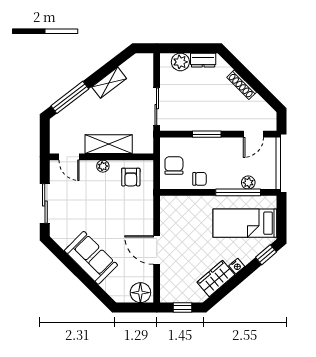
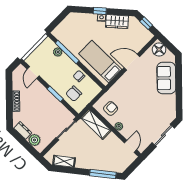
shelving: (109, 83) -> (64, 161), moved
door: (253, 134) -> (33, 72), swing flipped
shelving: (109, 144) -> (96, 124), moved
chair: (174, 165) -> (74, 94), moved
bed: (245, 223) -> (100, 62), moved, turned 180
door: (157, 250) -> (132, 62), swing flipped
window: (266, 255) -> (100, 11), moved
sofa: (91, 258) -> (166, 78), moved

